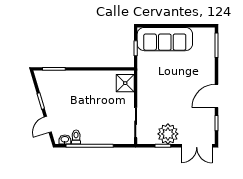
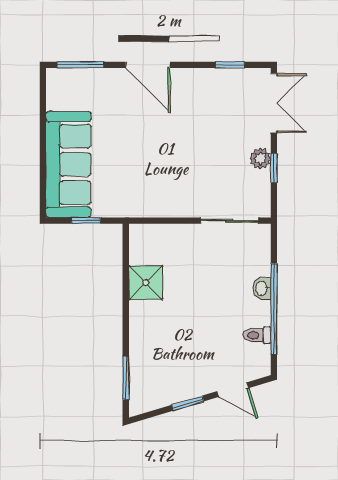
shower: (125, 83) -> (146, 283), moved
door: (217, 96) -> (148, 65), moved
plant: (168, 134) -> (260, 159), width x0.53, depth x0.53
washbasin: (65, 140) -> (262, 288), moved

